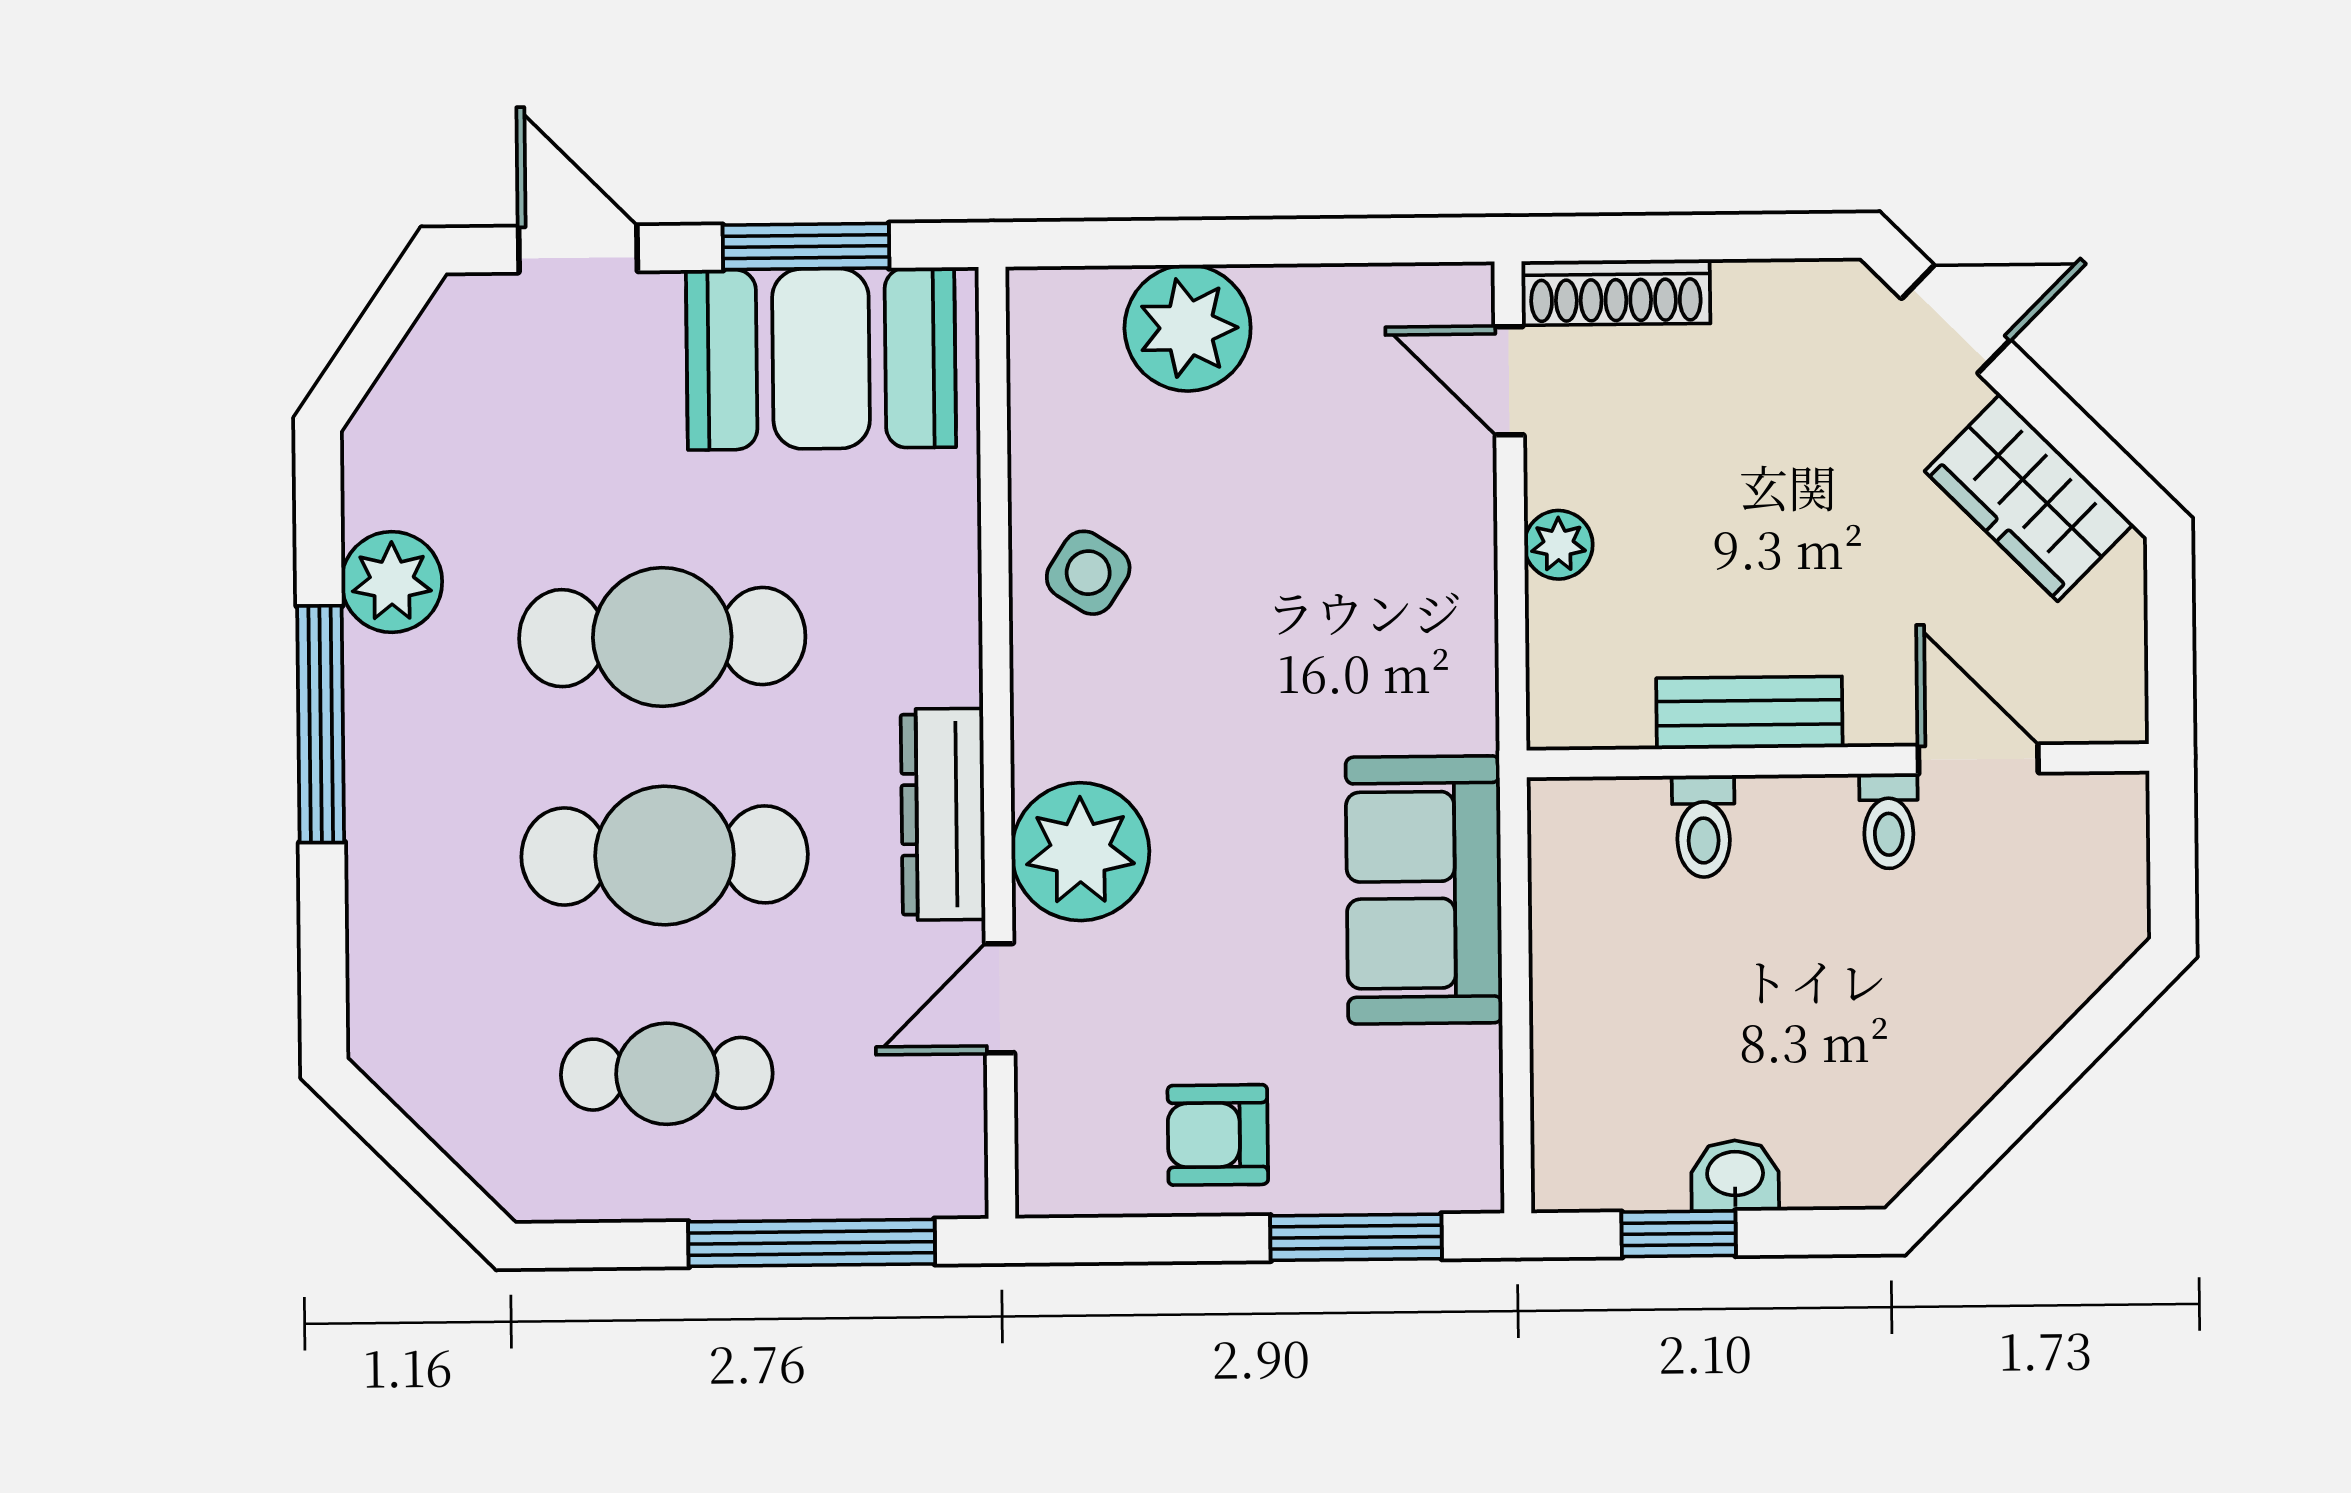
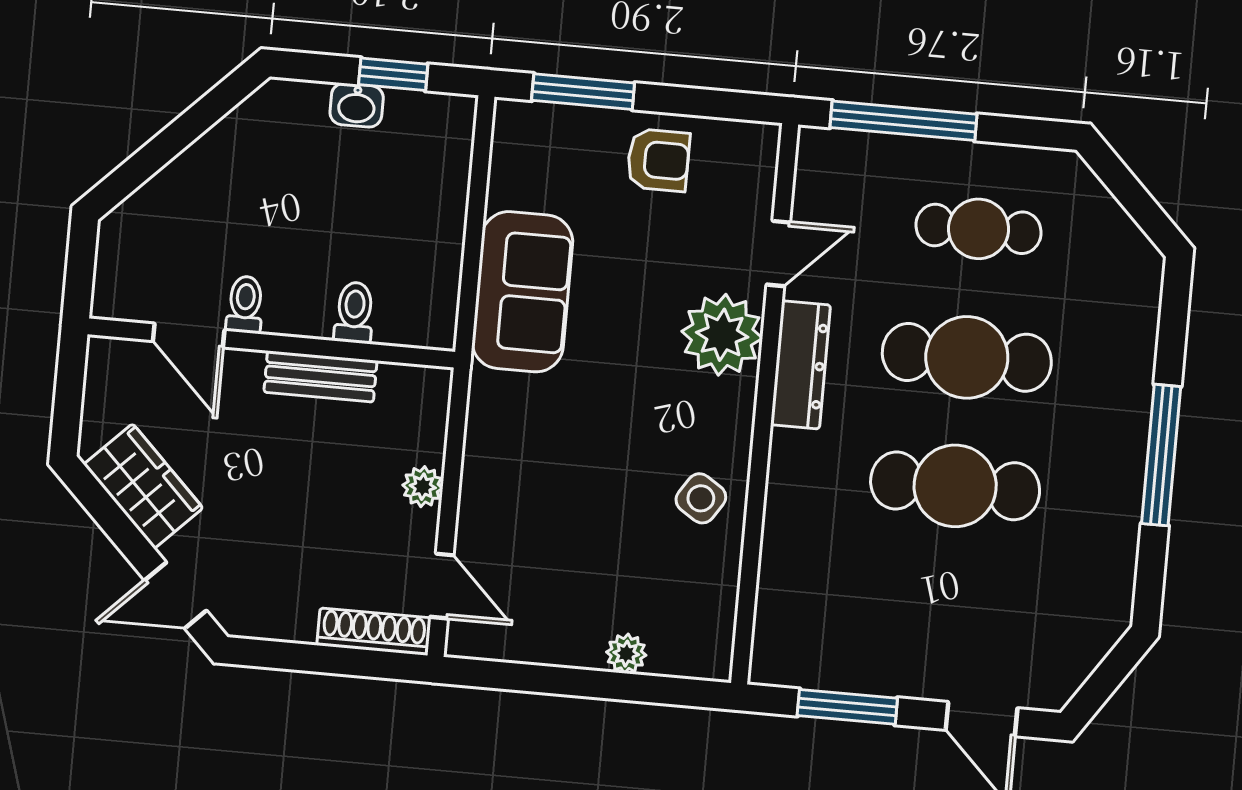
plant: (1188, 328) -> (626, 654), width x0.53, depth x0.53
booth: (821, 359) -> (845, 640), removed
plant: (392, 582) -> (1111, 534), removed

